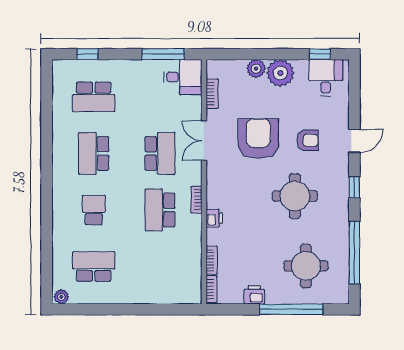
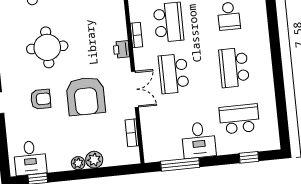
plant: (280, 73) -> (78, 163), width x0.53, depth x0.53
desk: (183, 77) -> (199, 140), moved, turned -90
armchair: (308, 140) -> (41, 99), turned 180
school desk: (94, 153) -> (234, 68), turned 180
printer: (214, 218) -> (121, 49), moved

